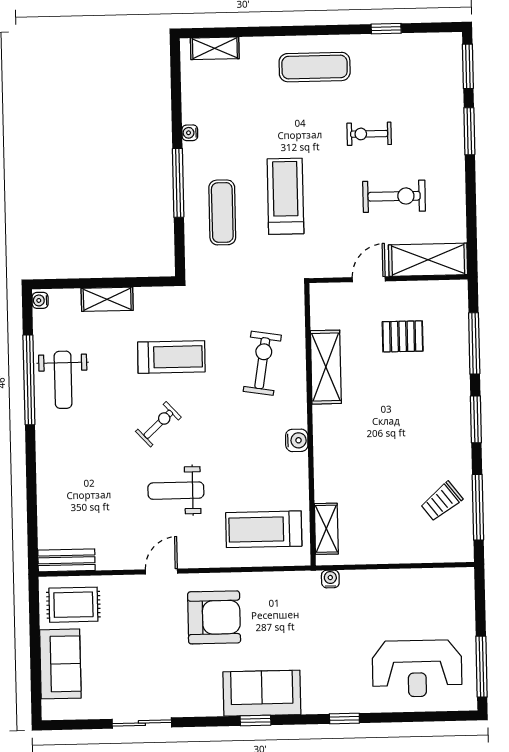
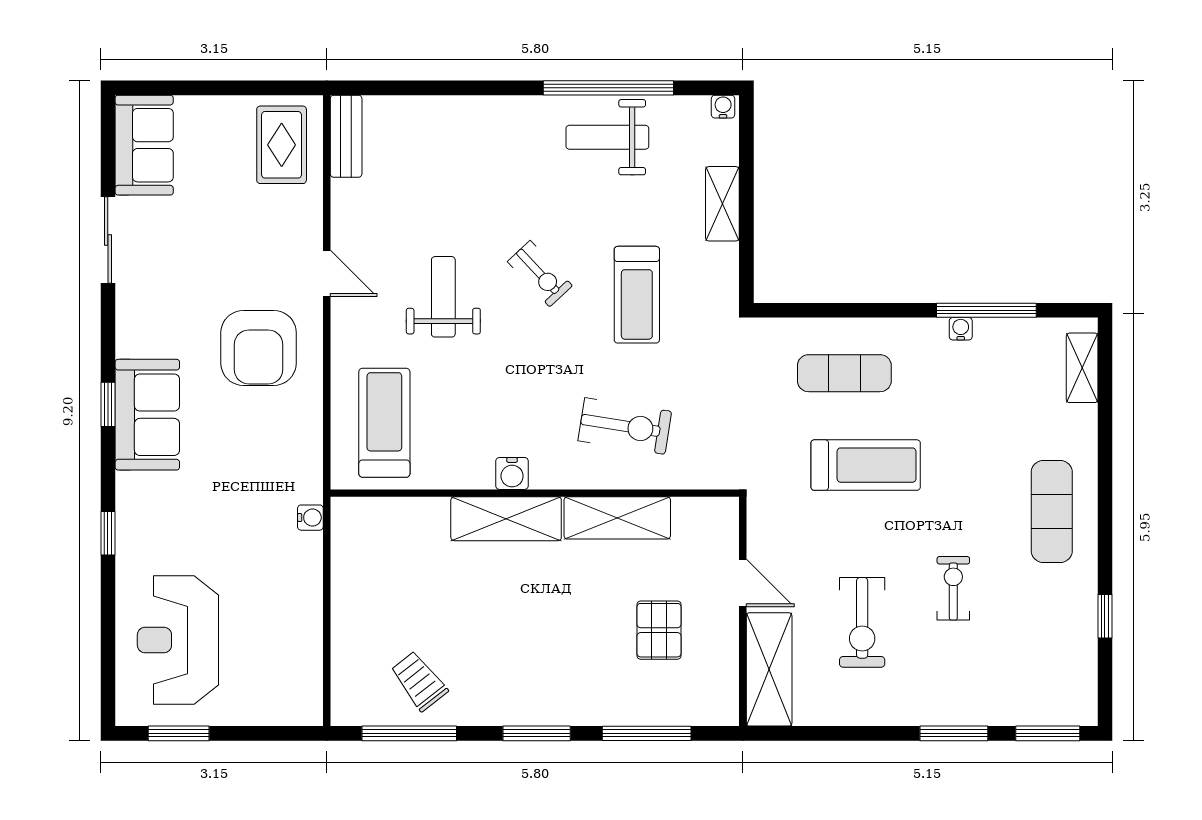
window: (178, 183) -> (986, 310), moved
shelving: (326, 529) -> (506, 519), moved, width x1.50, depth x1.33
sofa: (60, 664) -> (144, 145), moved, turned -90
window: (482, 667) -> (179, 733), width x0.69

